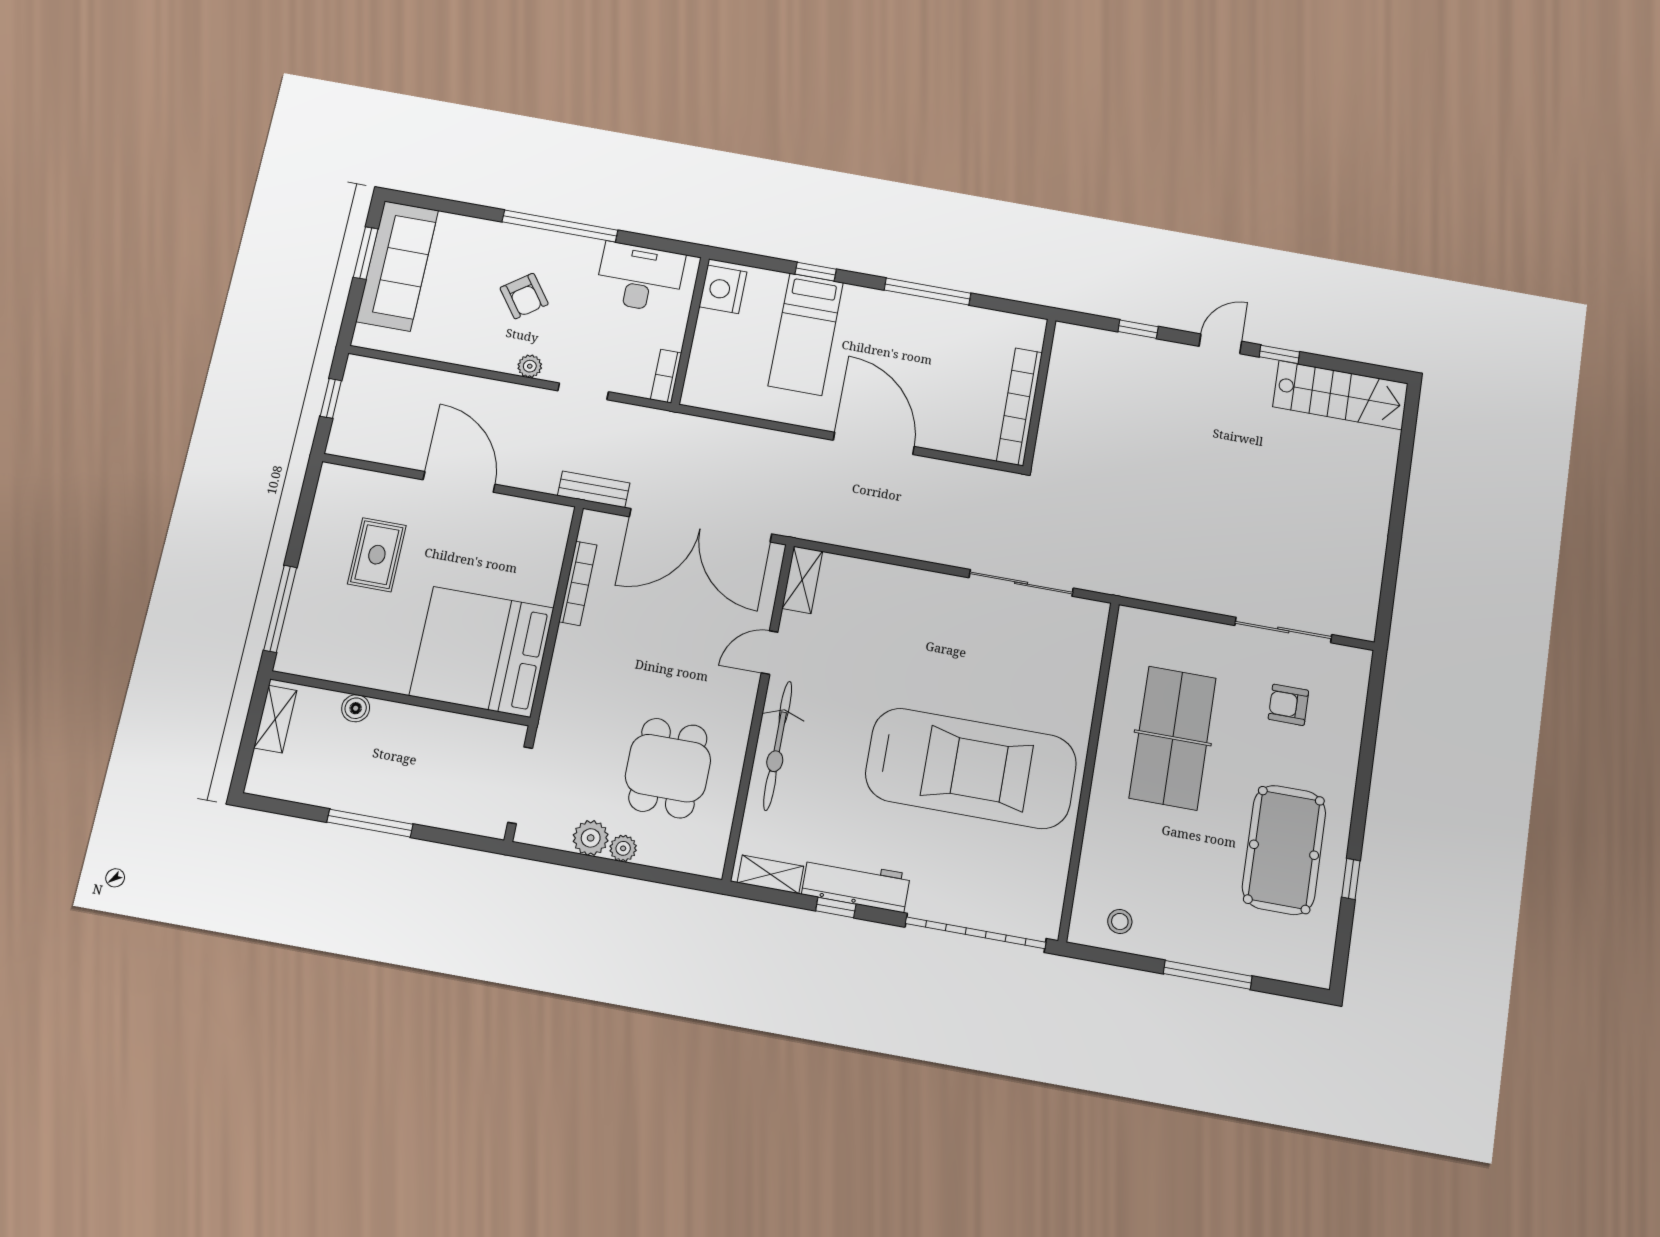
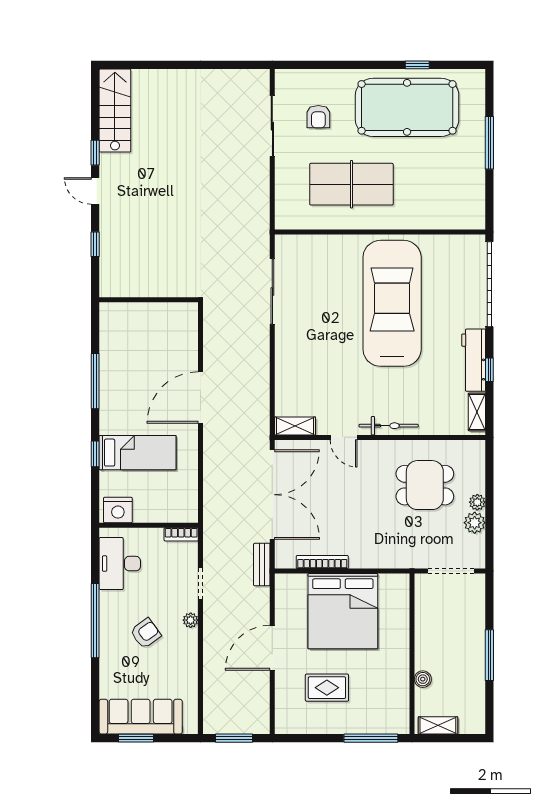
window: (331, 398) -> (234, 738), width x1.50
bookcase: (1019, 407) -> (160, 311), removed
bed: (482, 652) -> (343, 611), moved
bicycle: (778, 746) -> (389, 426), width x0.73, depth x0.71
pool table: (1284, 850) -> (407, 107), width x1.36, depth x1.32
stool: (1120, 922) -> (467, 200), removed

